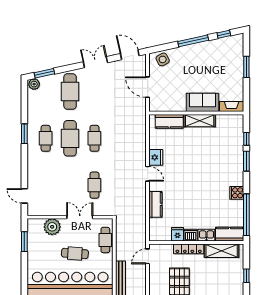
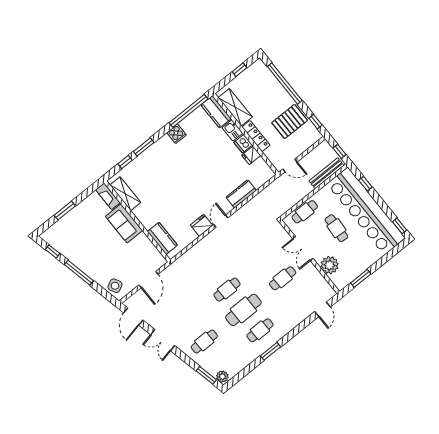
cafe table: (70, 92) -> (204, 341), width x0.73, depth x0.74
shelving: (200, 121) -> (125, 194), moved
cafe table: (94, 185) -> (283, 278), moved

